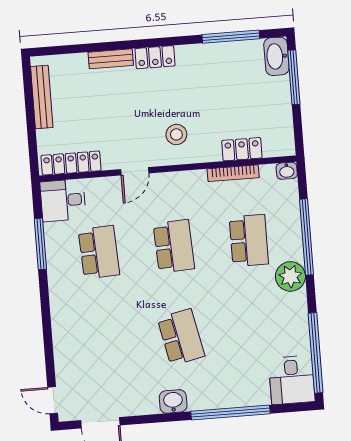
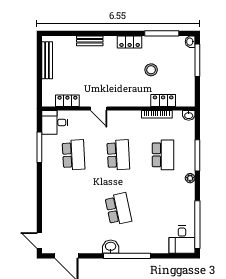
washbasin: (276, 56) -> (190, 42), width x0.52, depth x0.69
locker: (155, 57) -> (130, 42), moved
stool: (176, 134) -> (151, 70), moved
locker: (71, 163) -> (67, 101), width x0.66
door: (135, 171) -> (99, 109), hinge flipped
window: (306, 237) -> (197, 155), width x0.68
plant: (290, 276) -> (190, 178), width x0.53, depth x0.53
window: (230, 412) -> (127, 256), moved

